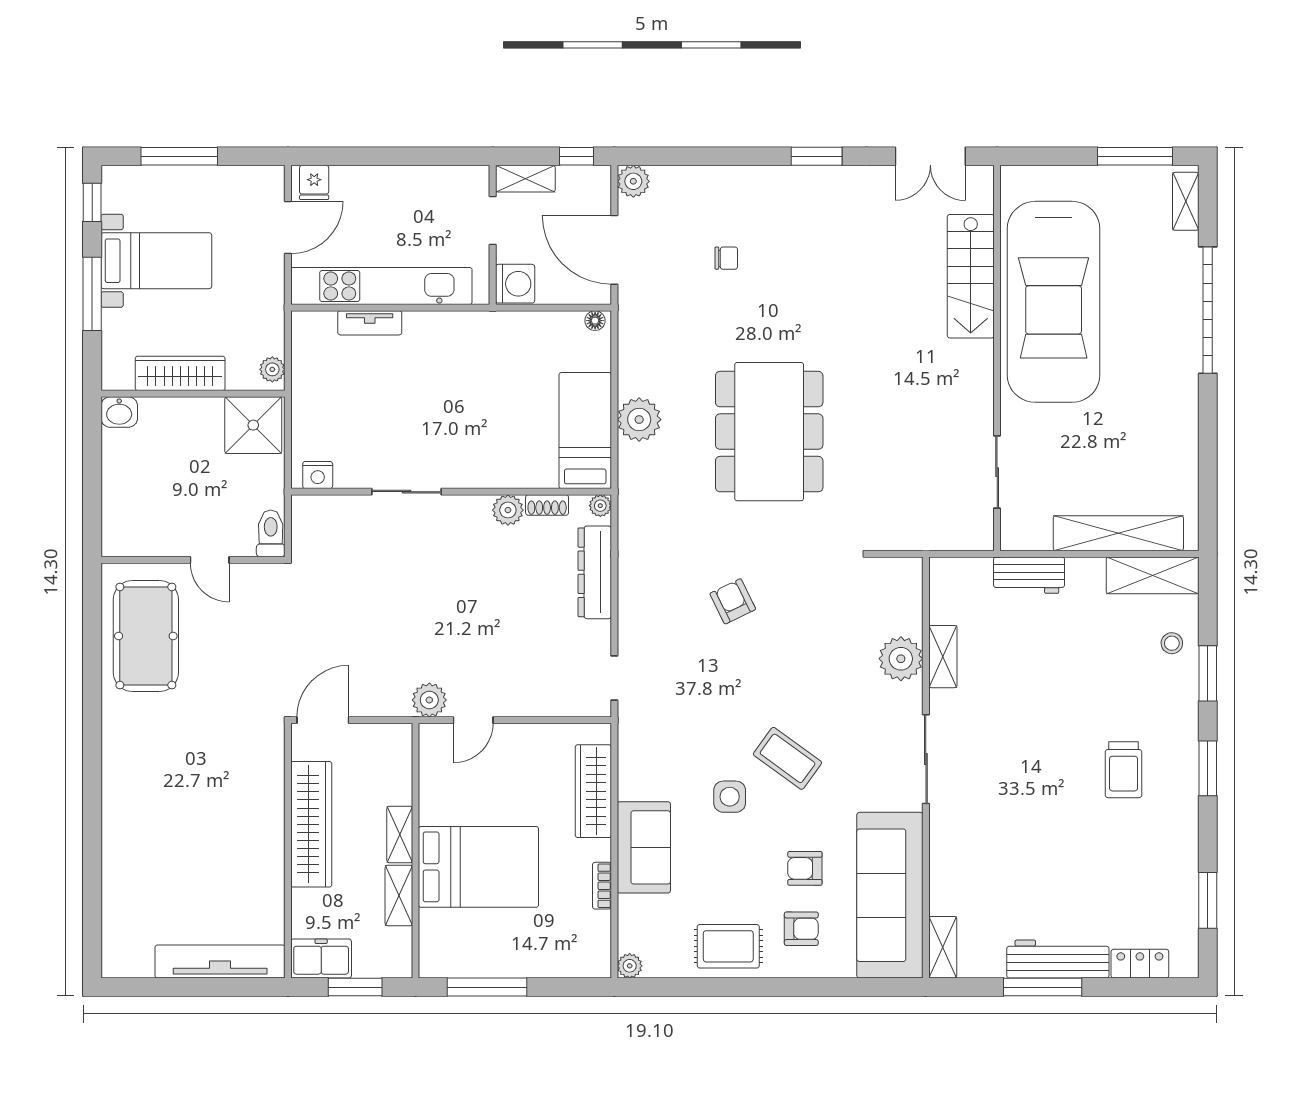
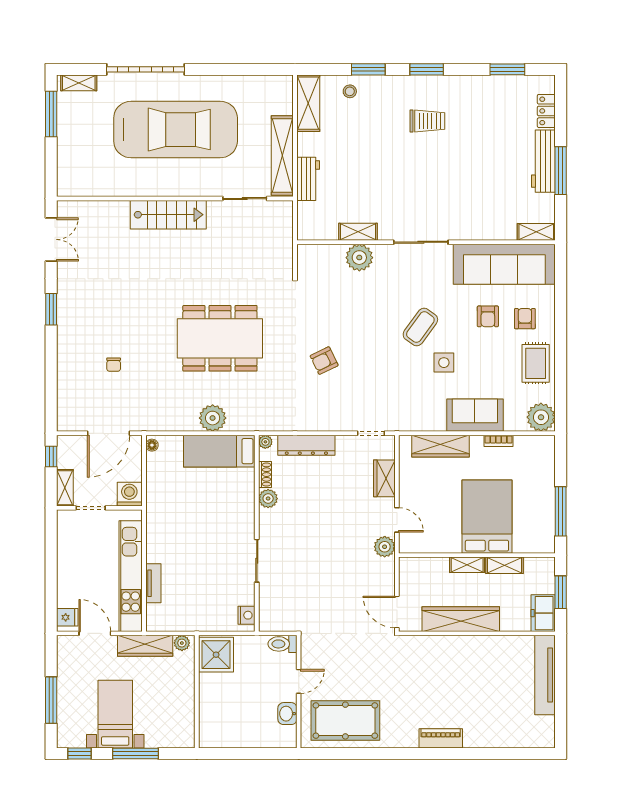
plant: (633, 181) -> (66, 422), removed
chair: (726, 258) -> (114, 365), turned 180
stairs: (971, 276) -> (168, 215), moved
car: (1054, 302) -> (176, 130), moved
wardrobe: (180, 373) -> (145, 646), moved, turned -90
washbasin: (119, 412) -> (287, 714), moved, turned 180
shelving: (1118, 533) -> (282, 156), moved
wardrobe: (541, 700) -> (384, 478), added
piano: (117, 791) -> (441, 738), added
plant: (630, 966) -> (541, 417), width x1.88, depth x1.88

